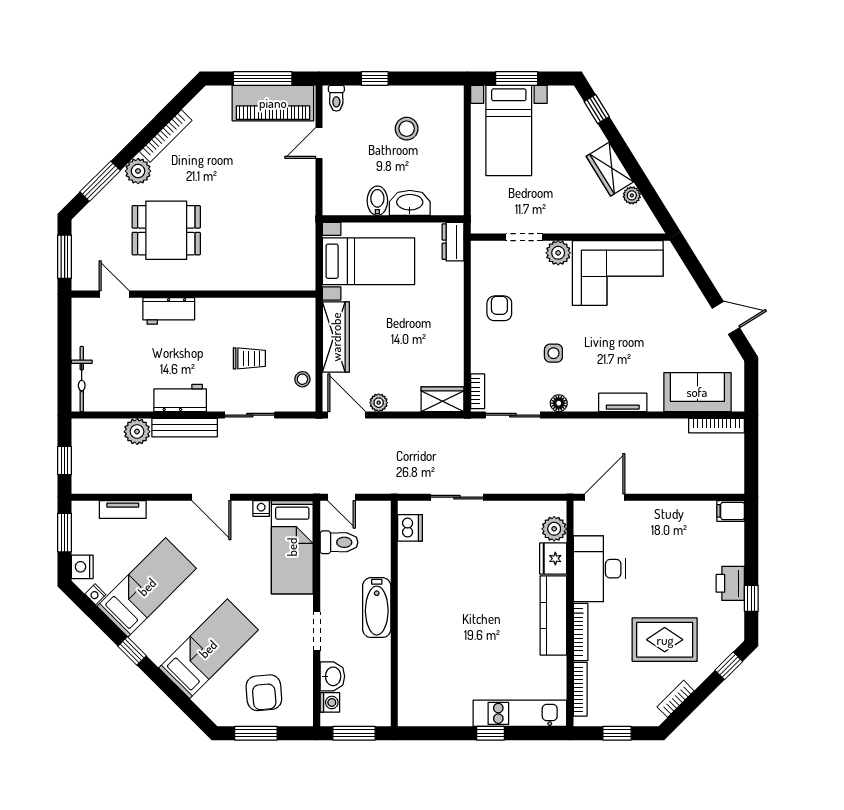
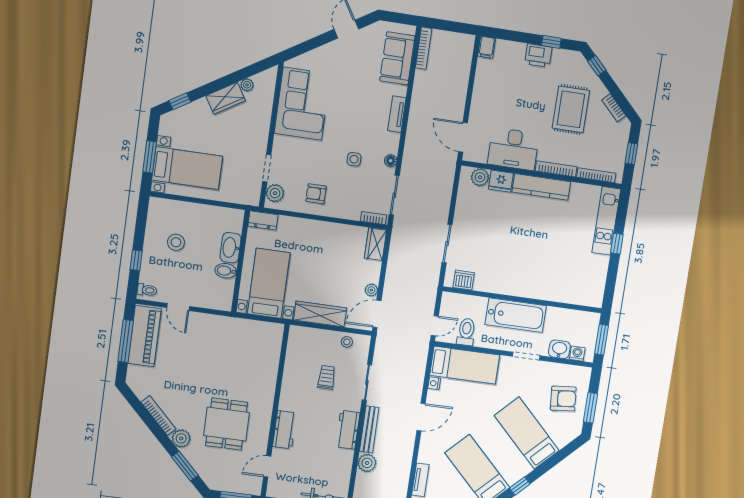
plant: (558, 253) -> (275, 193), moved
bathtub: (377, 608) -> (516, 315), width x1.36, depth x1.36

